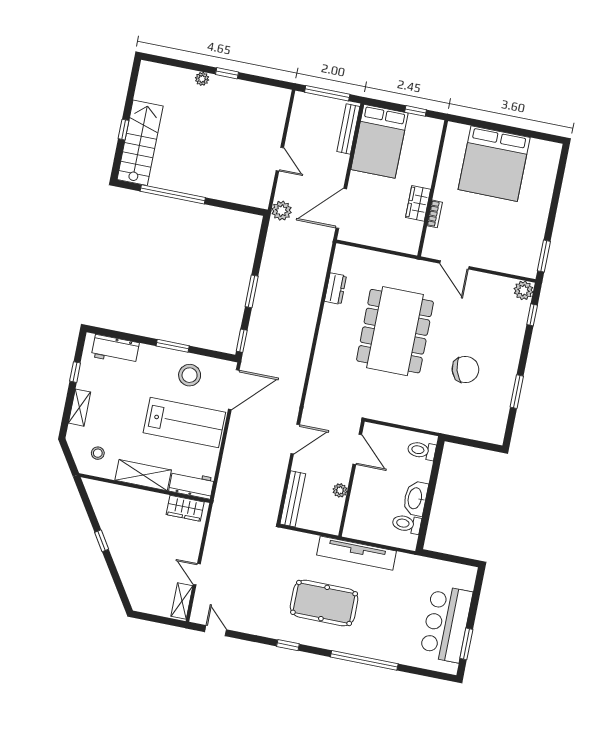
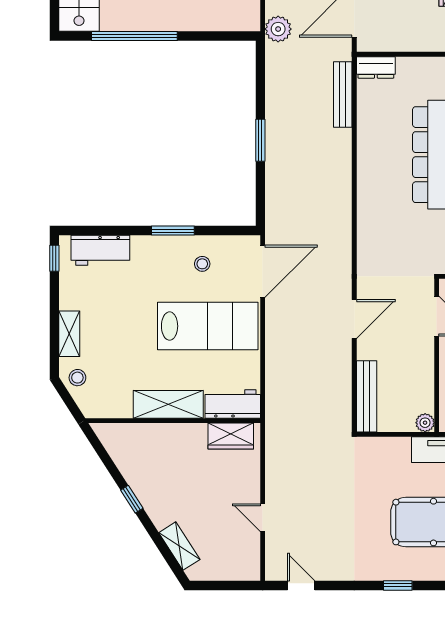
bench: (320, 269) -> (343, 94), added
dresser: (335, 289) -> (376, 67), moved, turned 90
window: (242, 341) -> (260, 206), removed
window: (75, 372) -> (54, 258), moved
stool: (190, 375) -> (202, 264), width x0.53, depth x0.53
stool: (98, 453) -> (77, 378), moved
plant: (340, 490) -> (425, 423), moved
shelving: (182, 601) -> (179, 546), moved, turned -33

